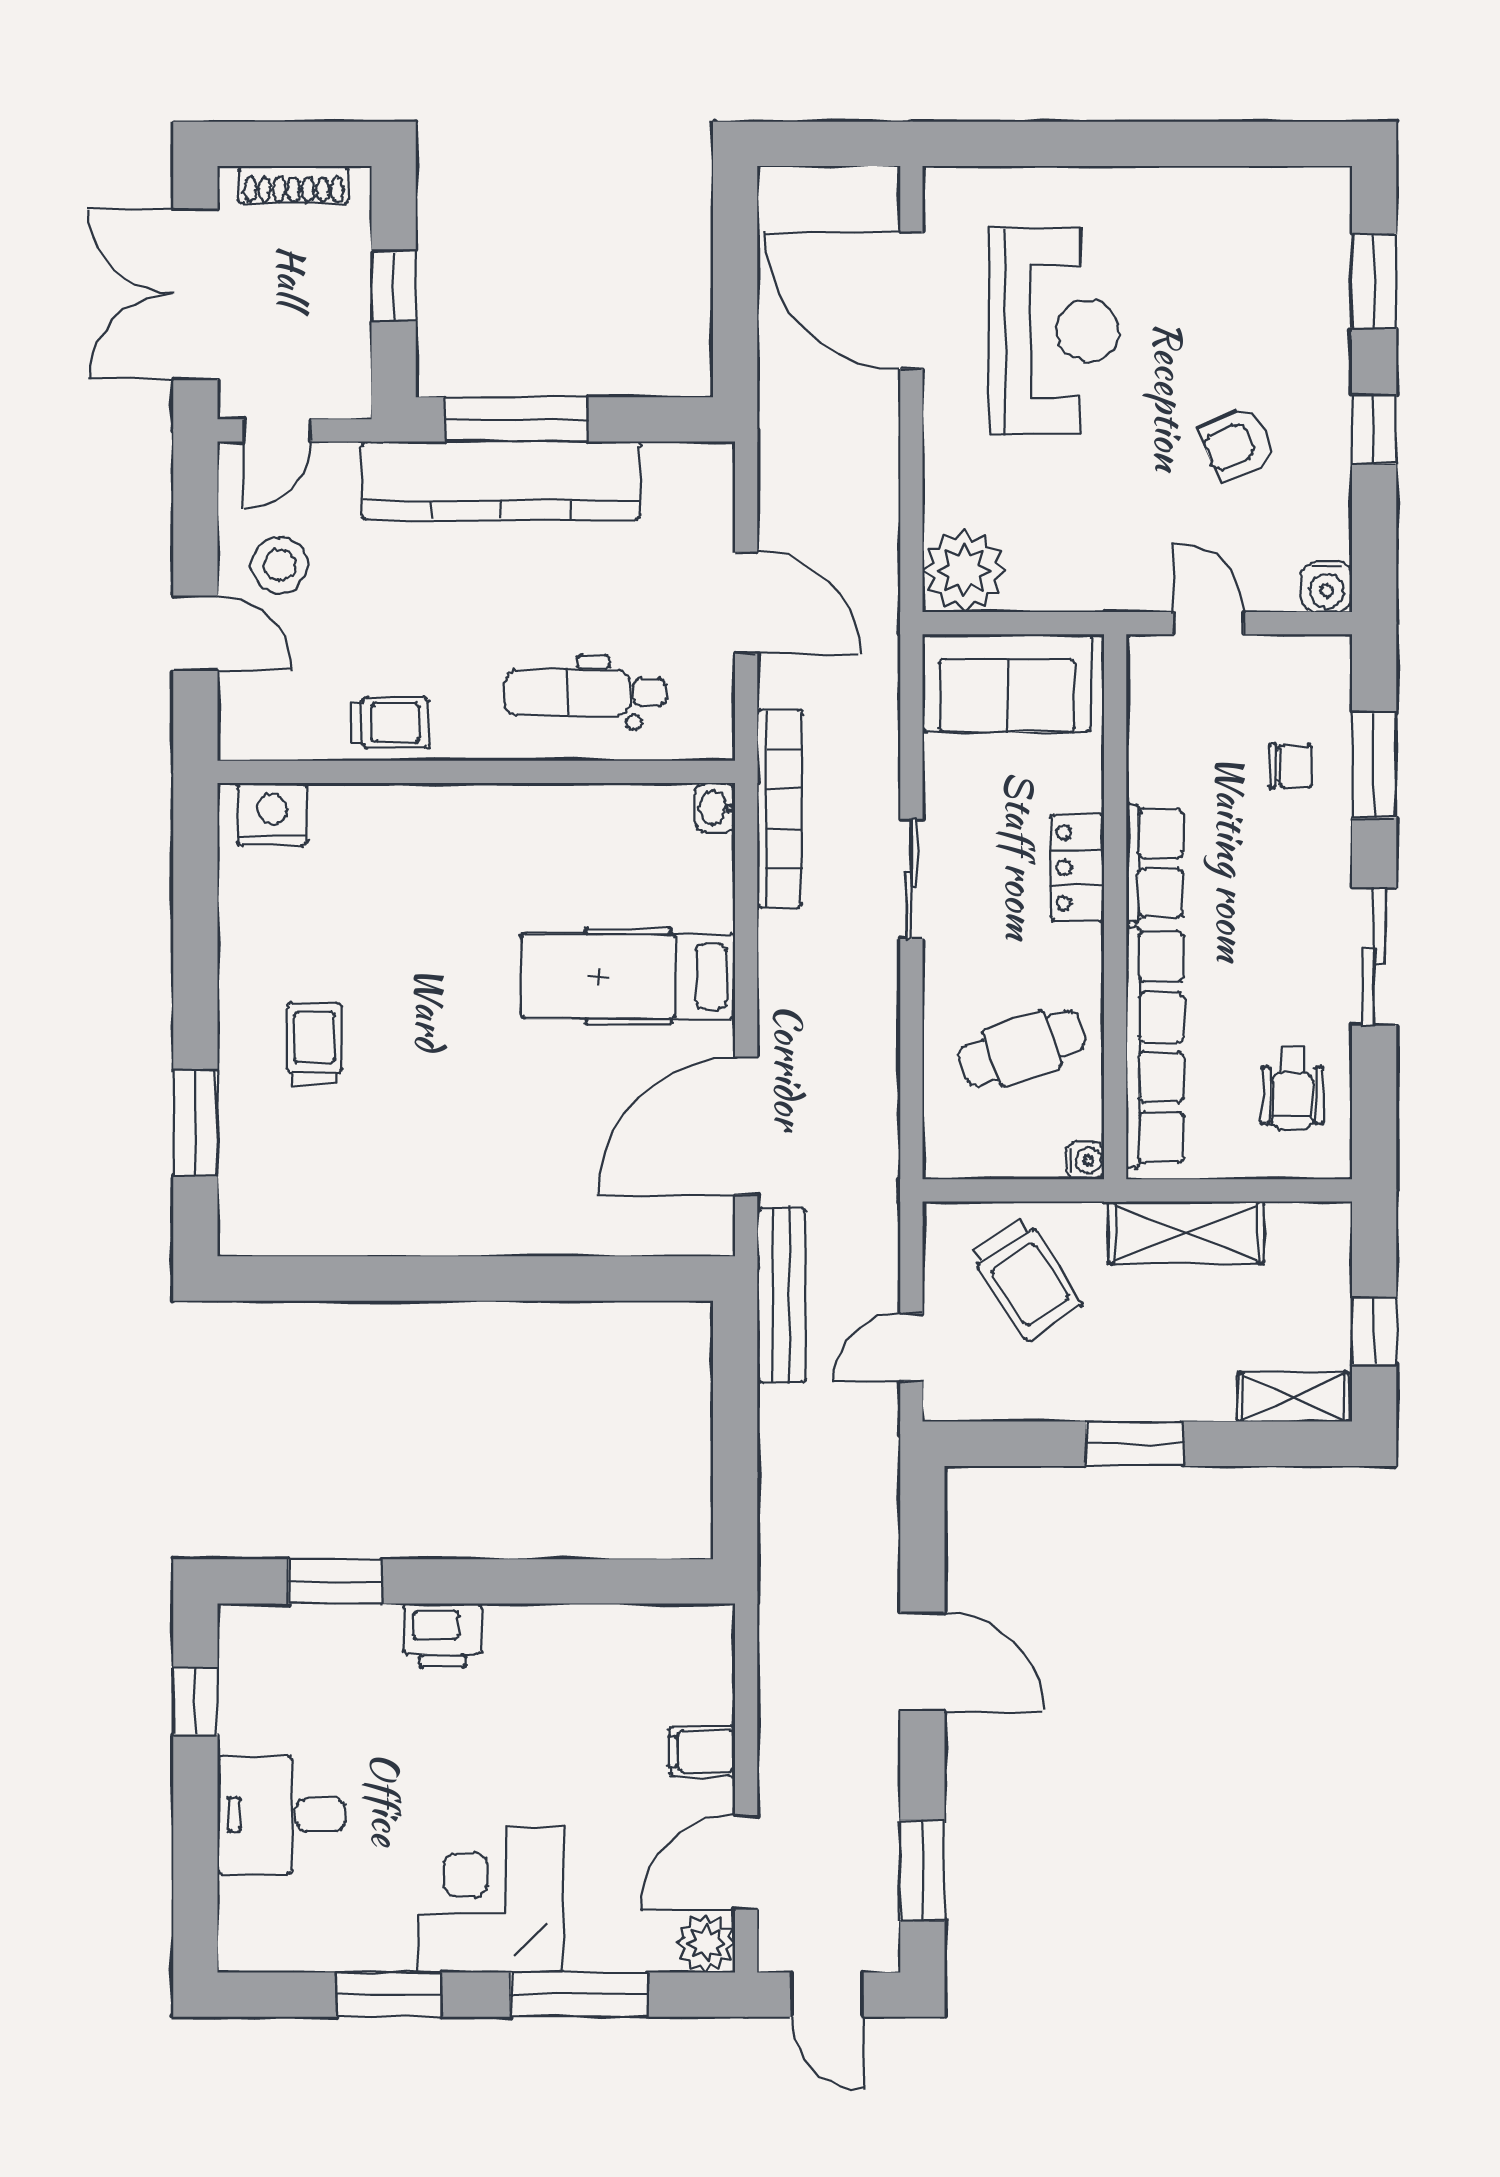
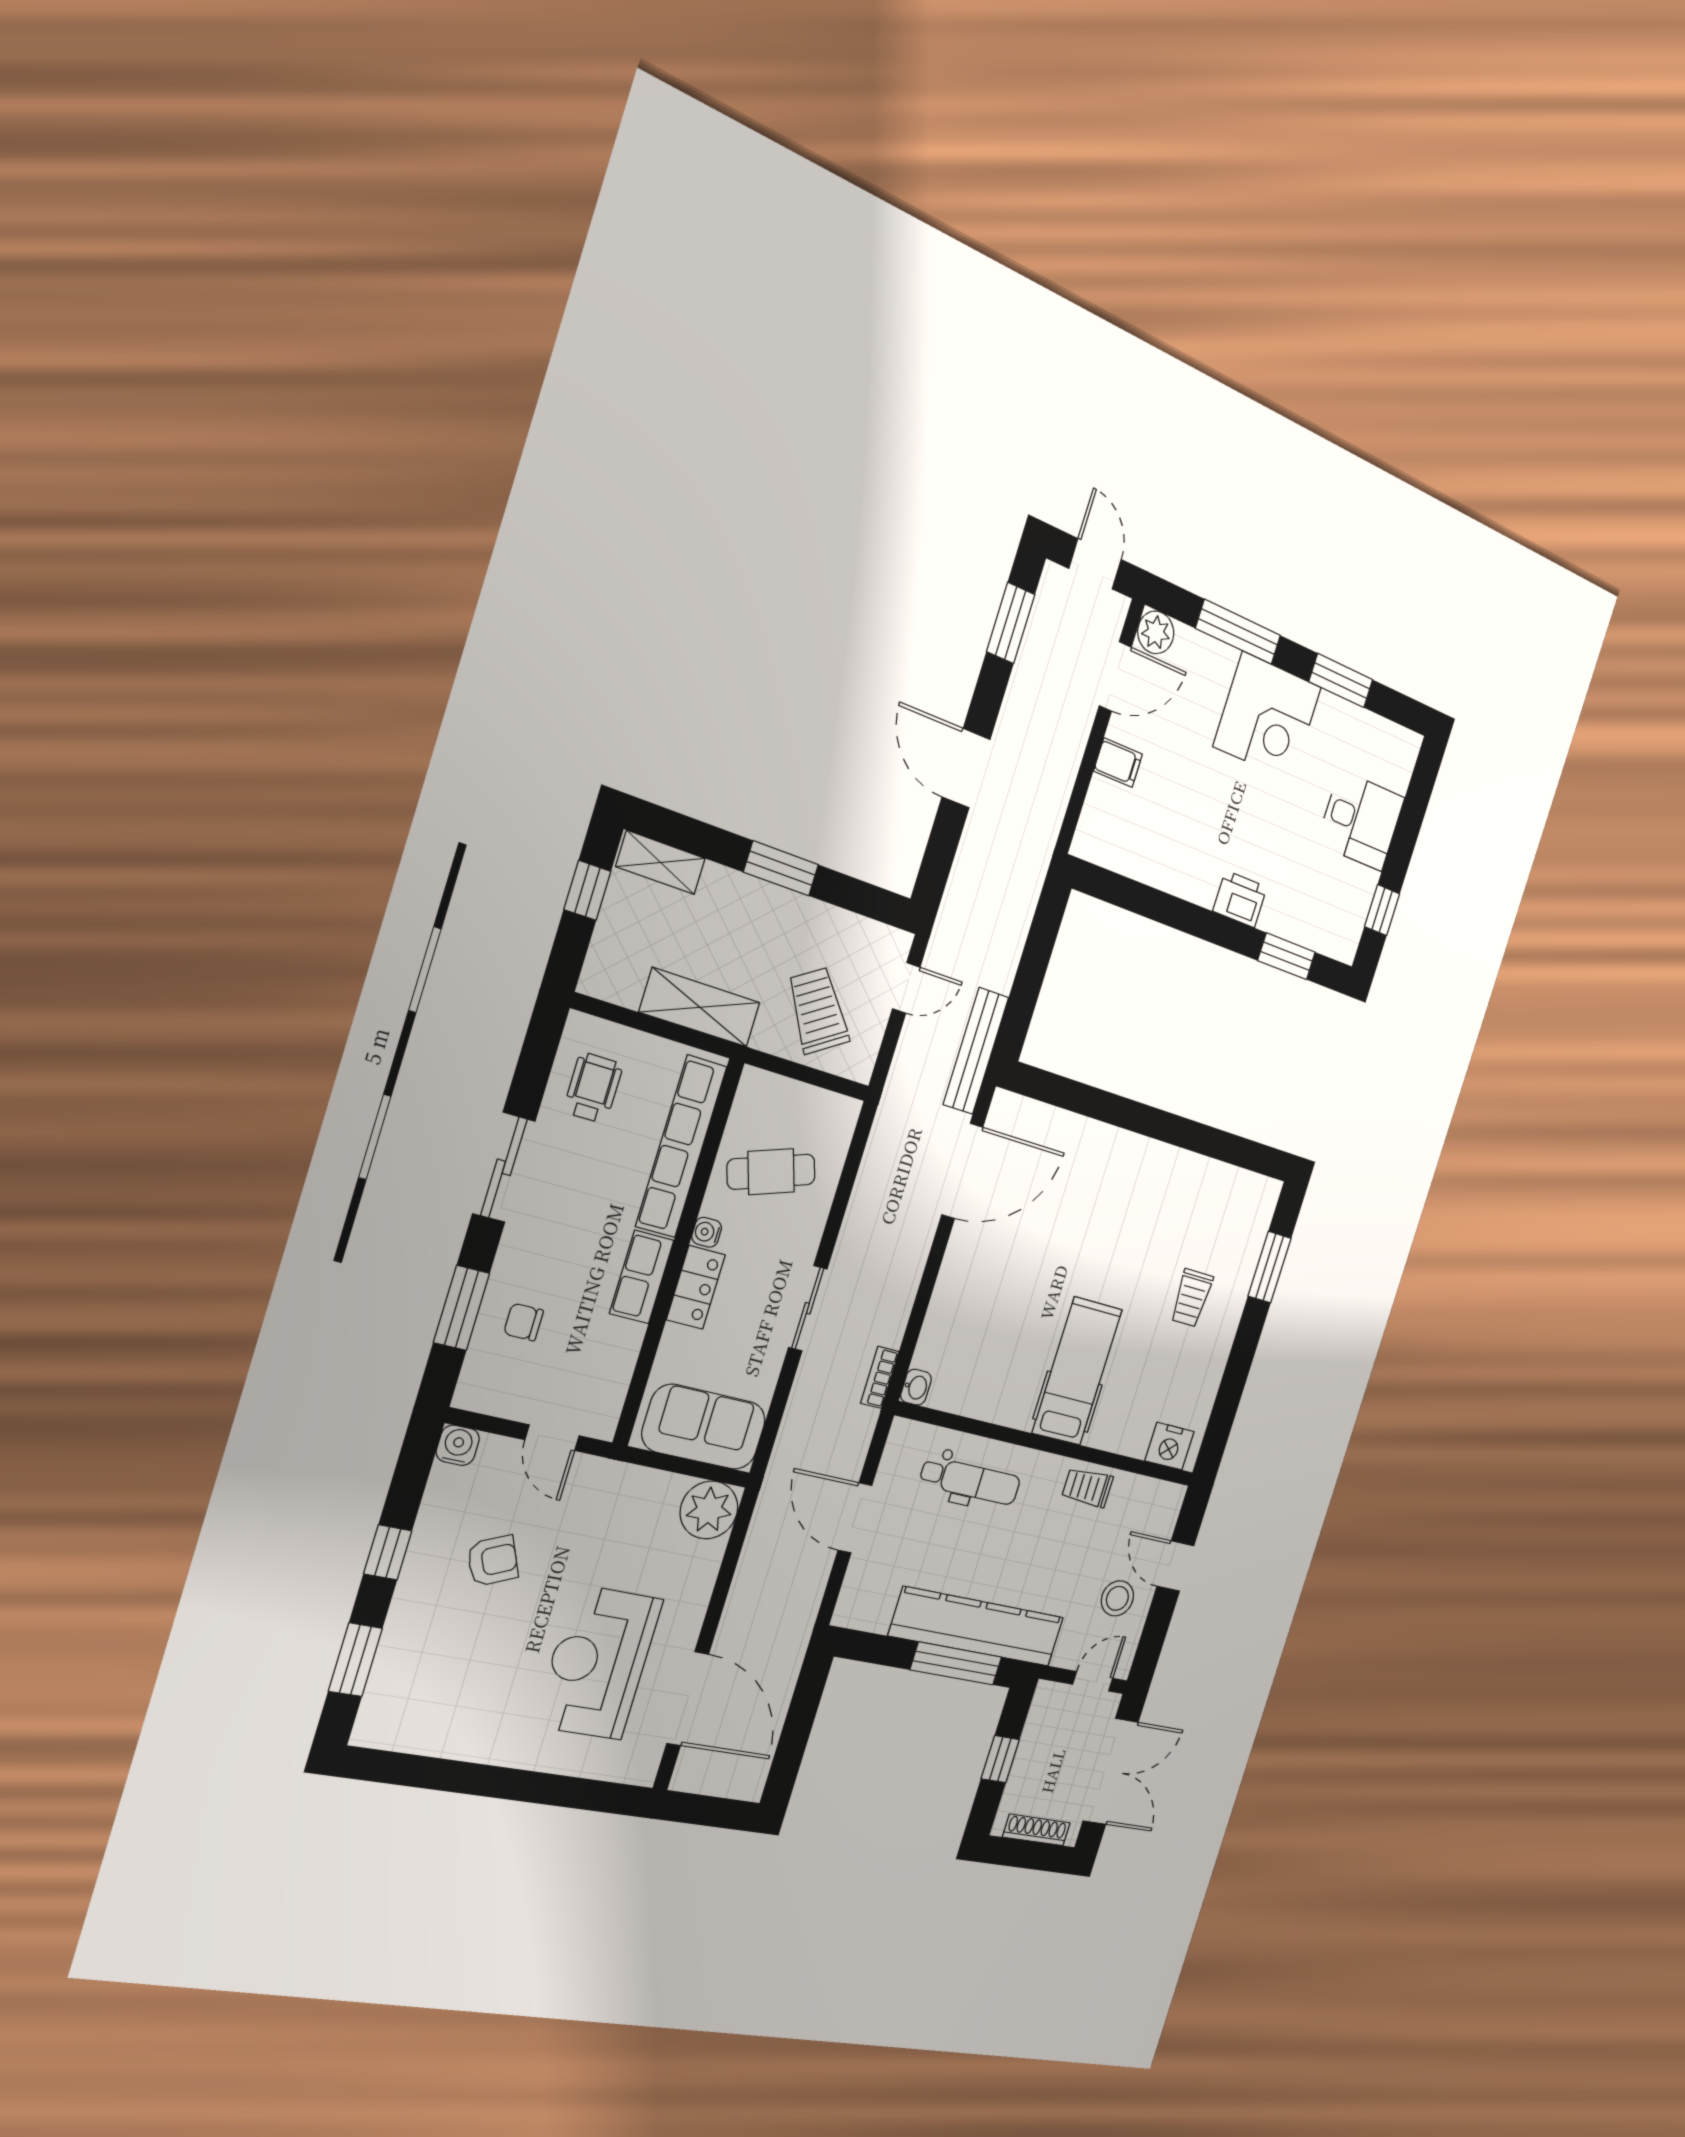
bookcase: (780, 809) -> (880, 1377), width x0.43, depth x0.76
hospital bed: (628, 976) -> (1077, 1371), moved, turned -90
water cooler: (1085, 1161) -> (707, 1232), moved

